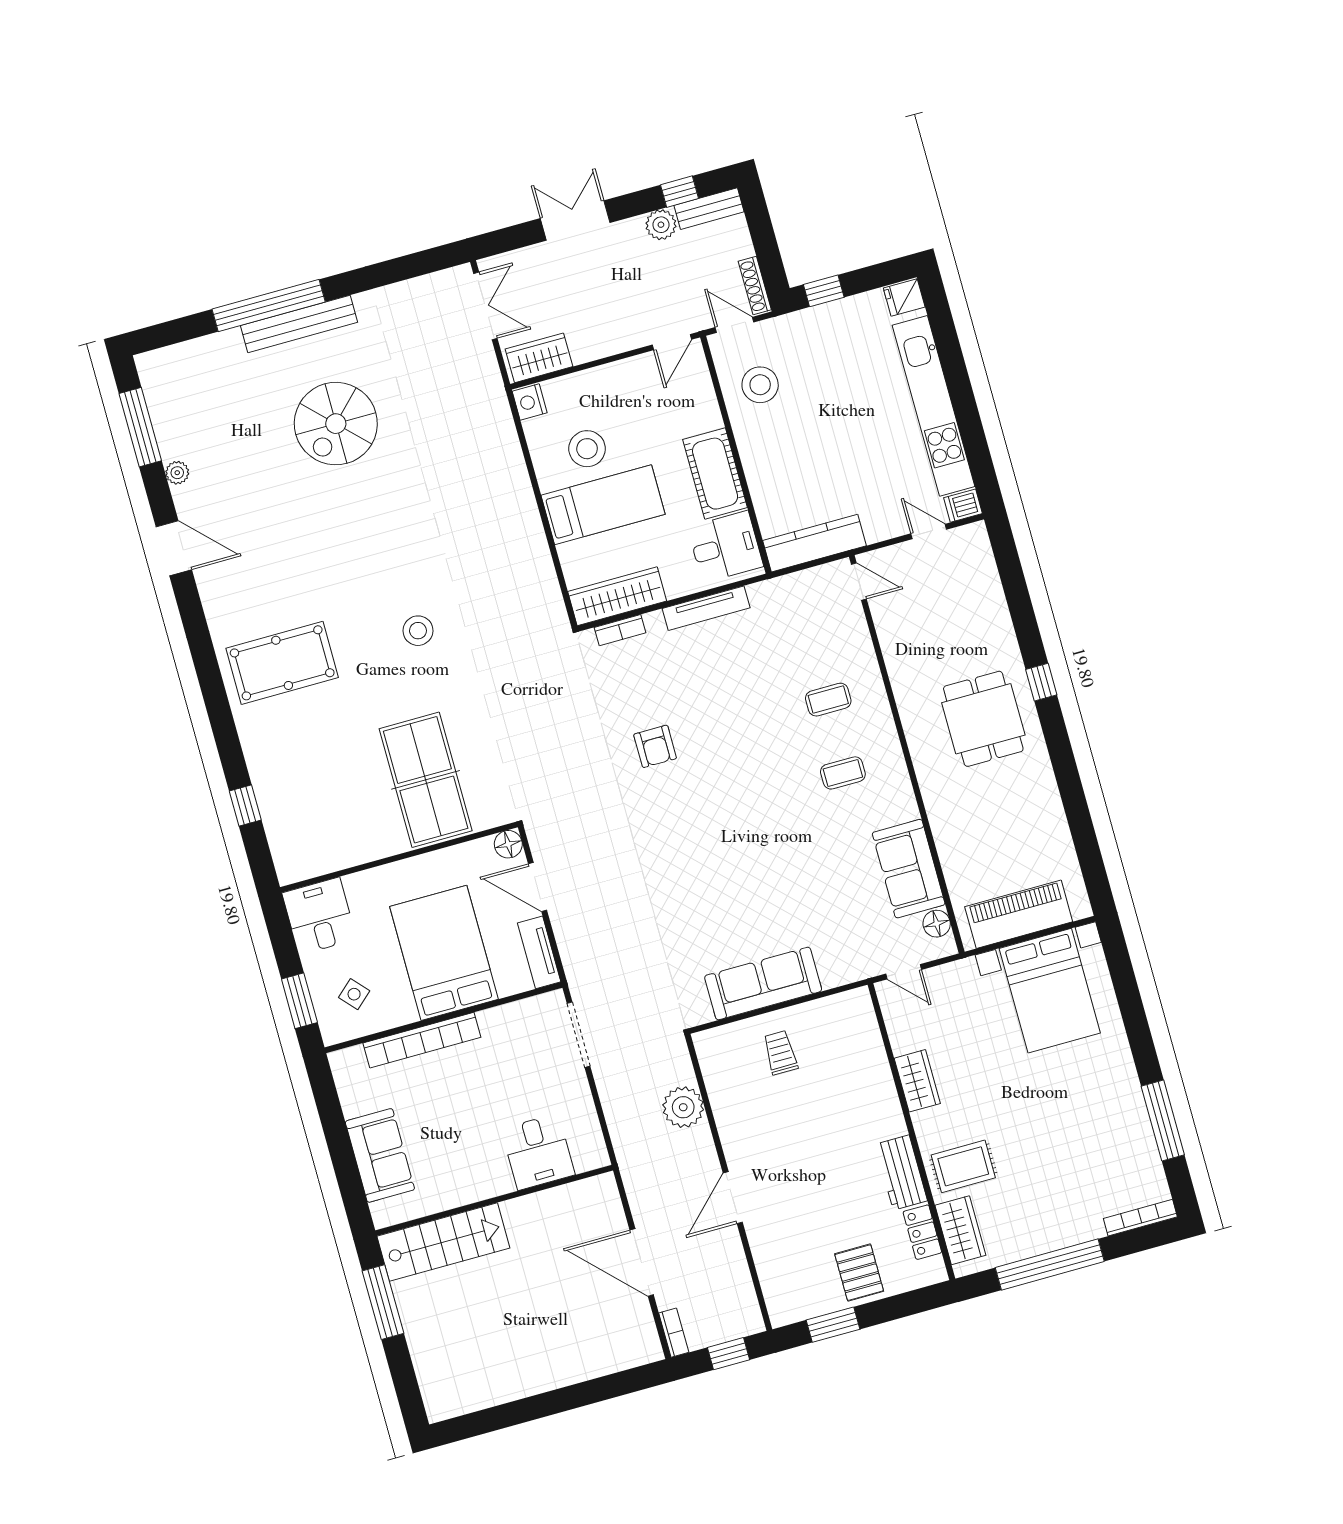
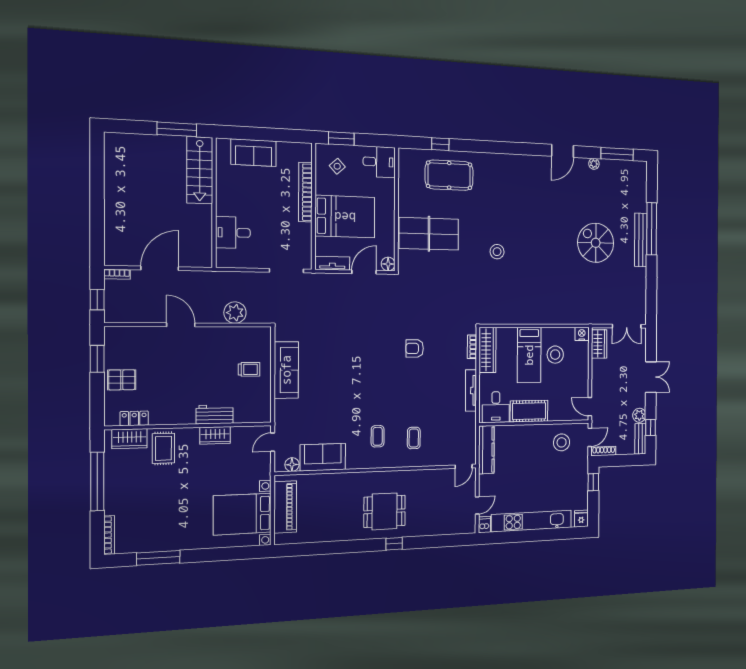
pool table: (282, 663) -> (449, 175), moved, turned 90
workbench: (901, 1172) -> (215, 414), moved

